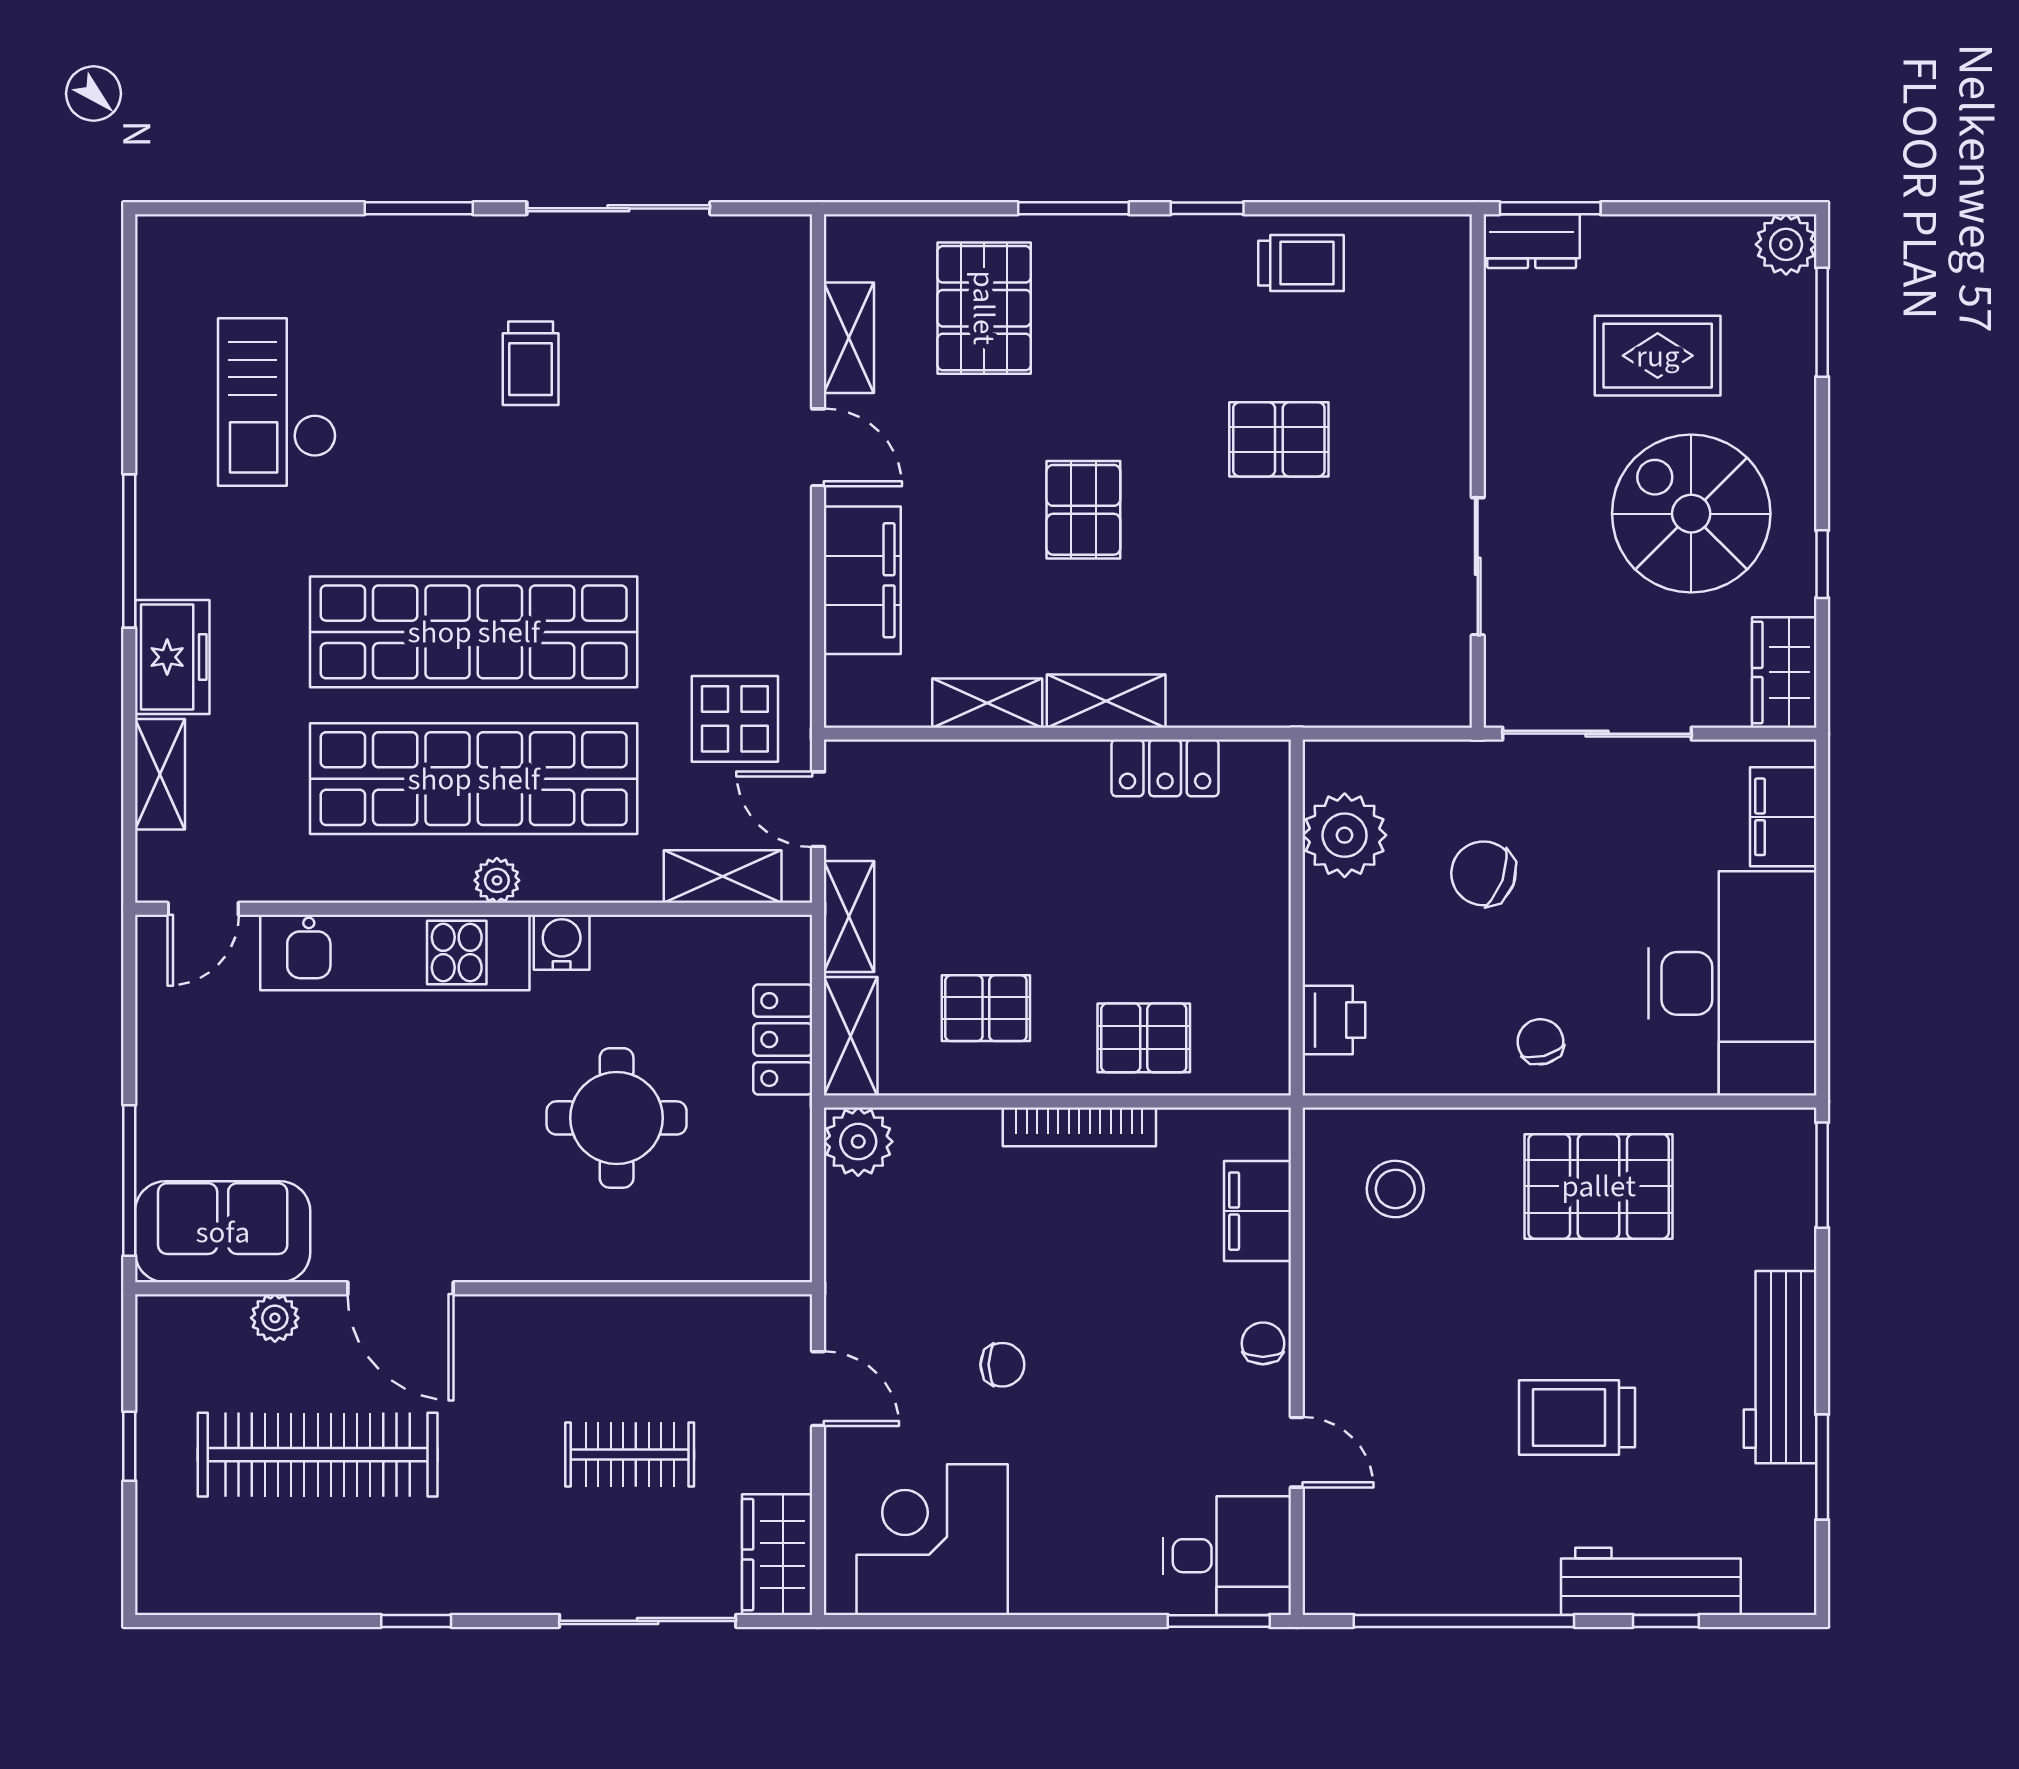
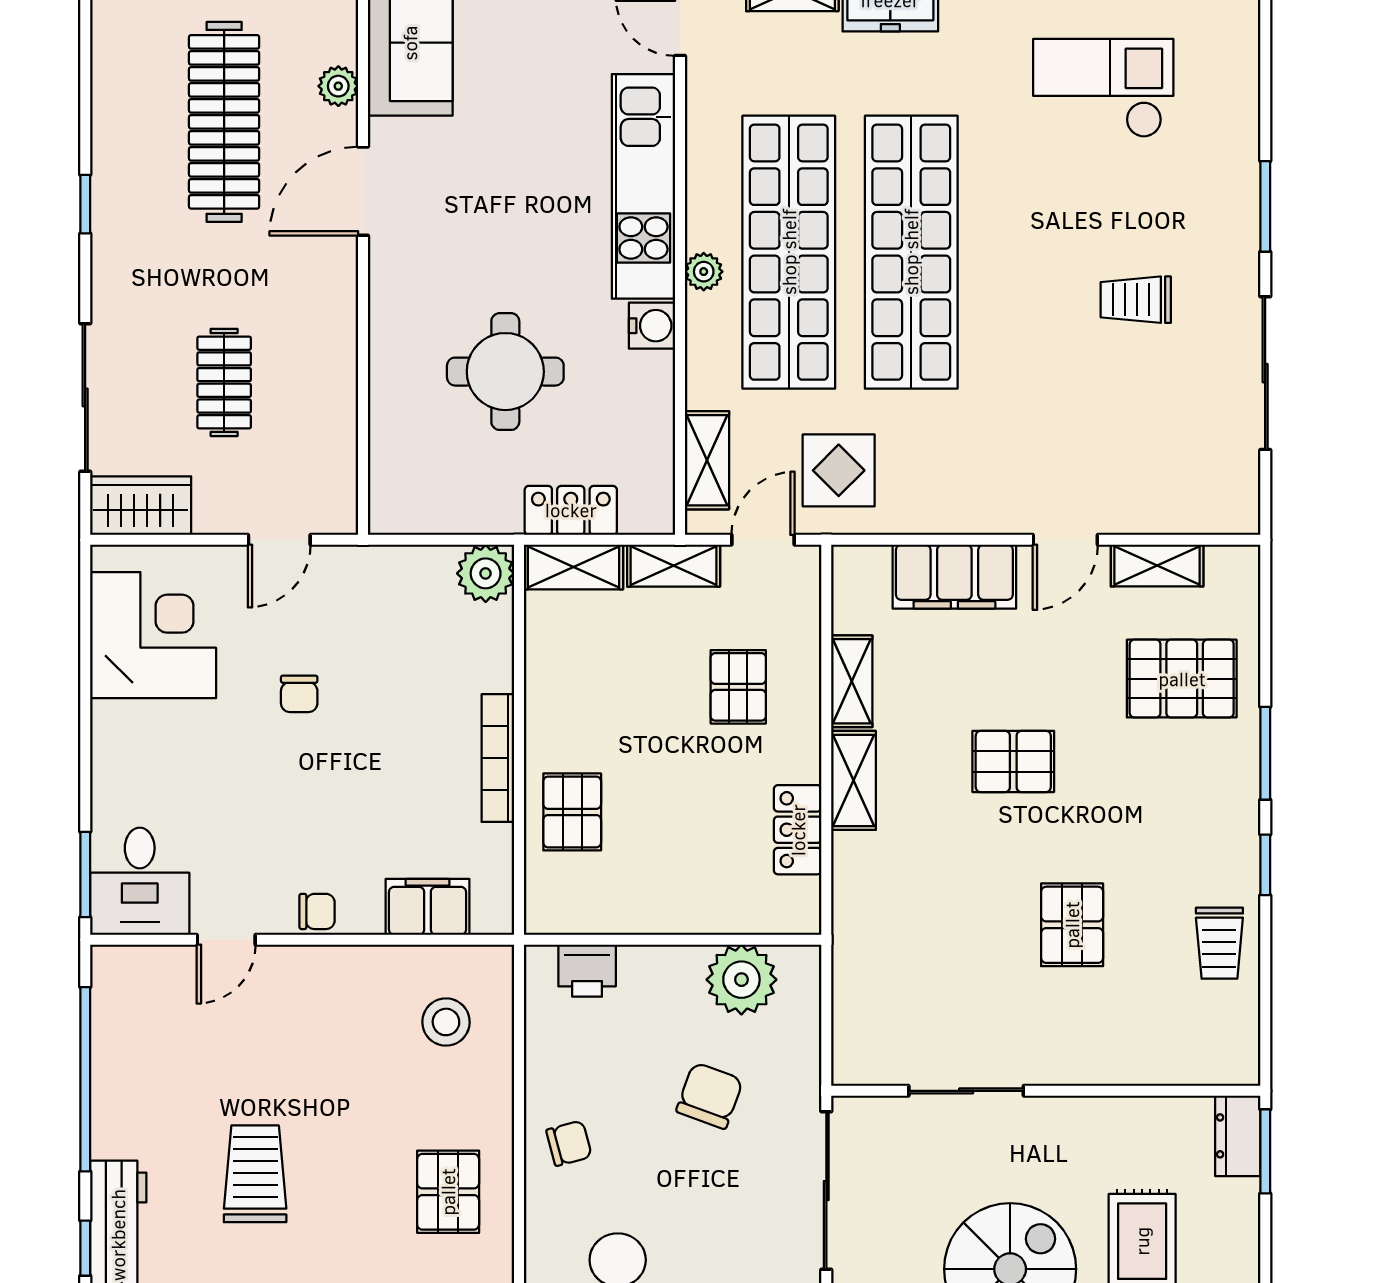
pallet: (986, 1008) -> (738, 687), moved
pallet: (1599, 1186) -> (448, 1192), width x0.67, depth x0.71

